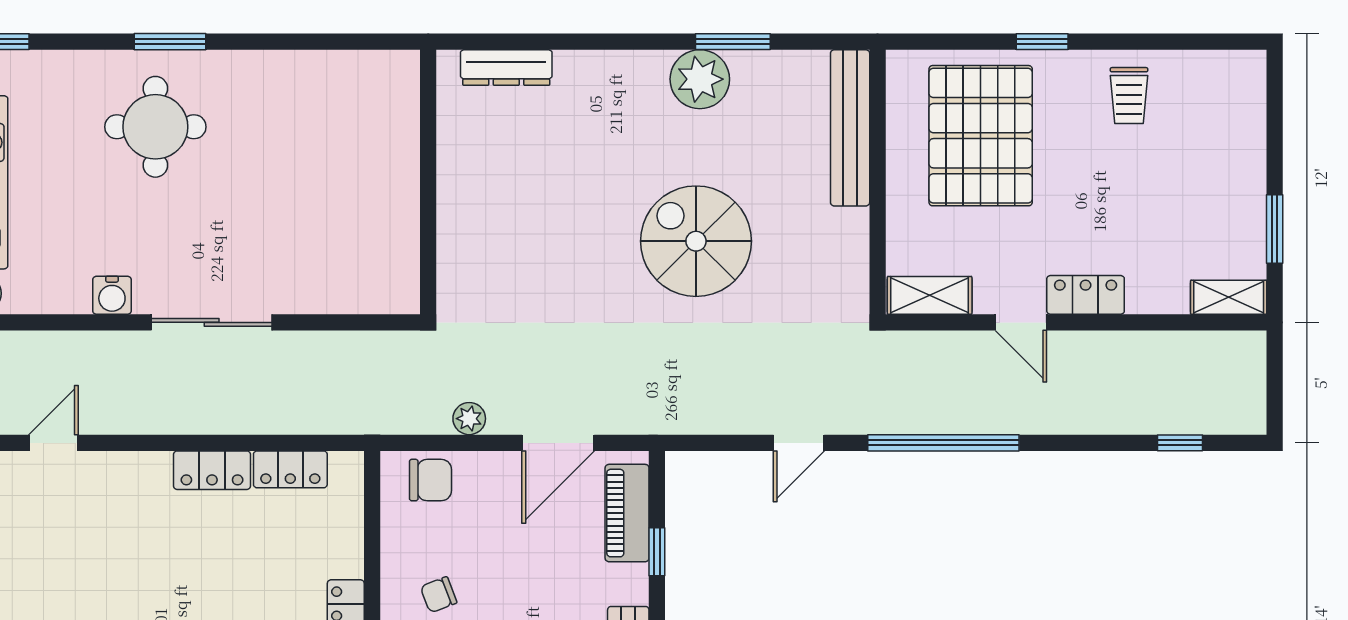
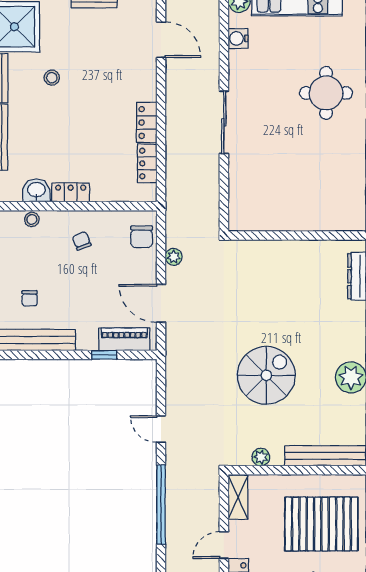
plant: (853, 252) -> (261, 457), added
water cooler: (112, 295) -> (238, 38), moved
door: (53, 443) -> (161, 40), width x1.38

